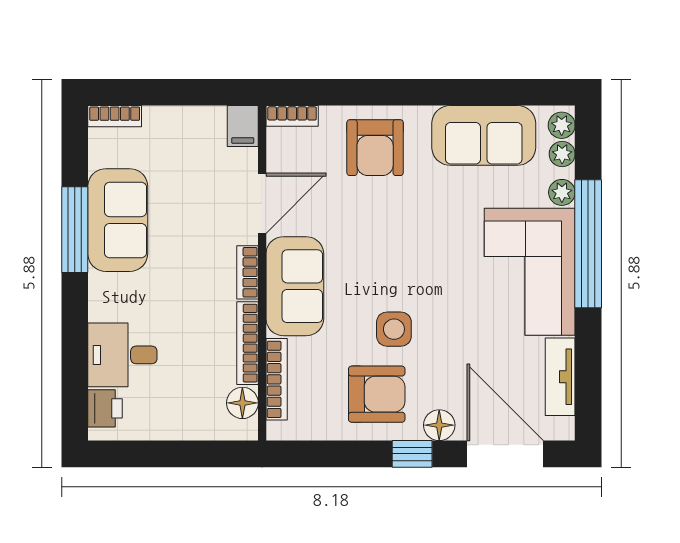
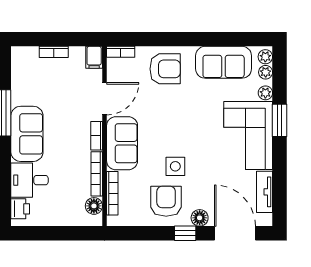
bookcase: (115, 116) -> (54, 52), moved
armchair: (375, 148) -> (165, 69), turned -90
sofa: (118, 220) -> (27, 134), moved
window: (588, 244) -> (280, 120), width x0.47
armchair: (377, 394) -> (166, 201), turned -90

